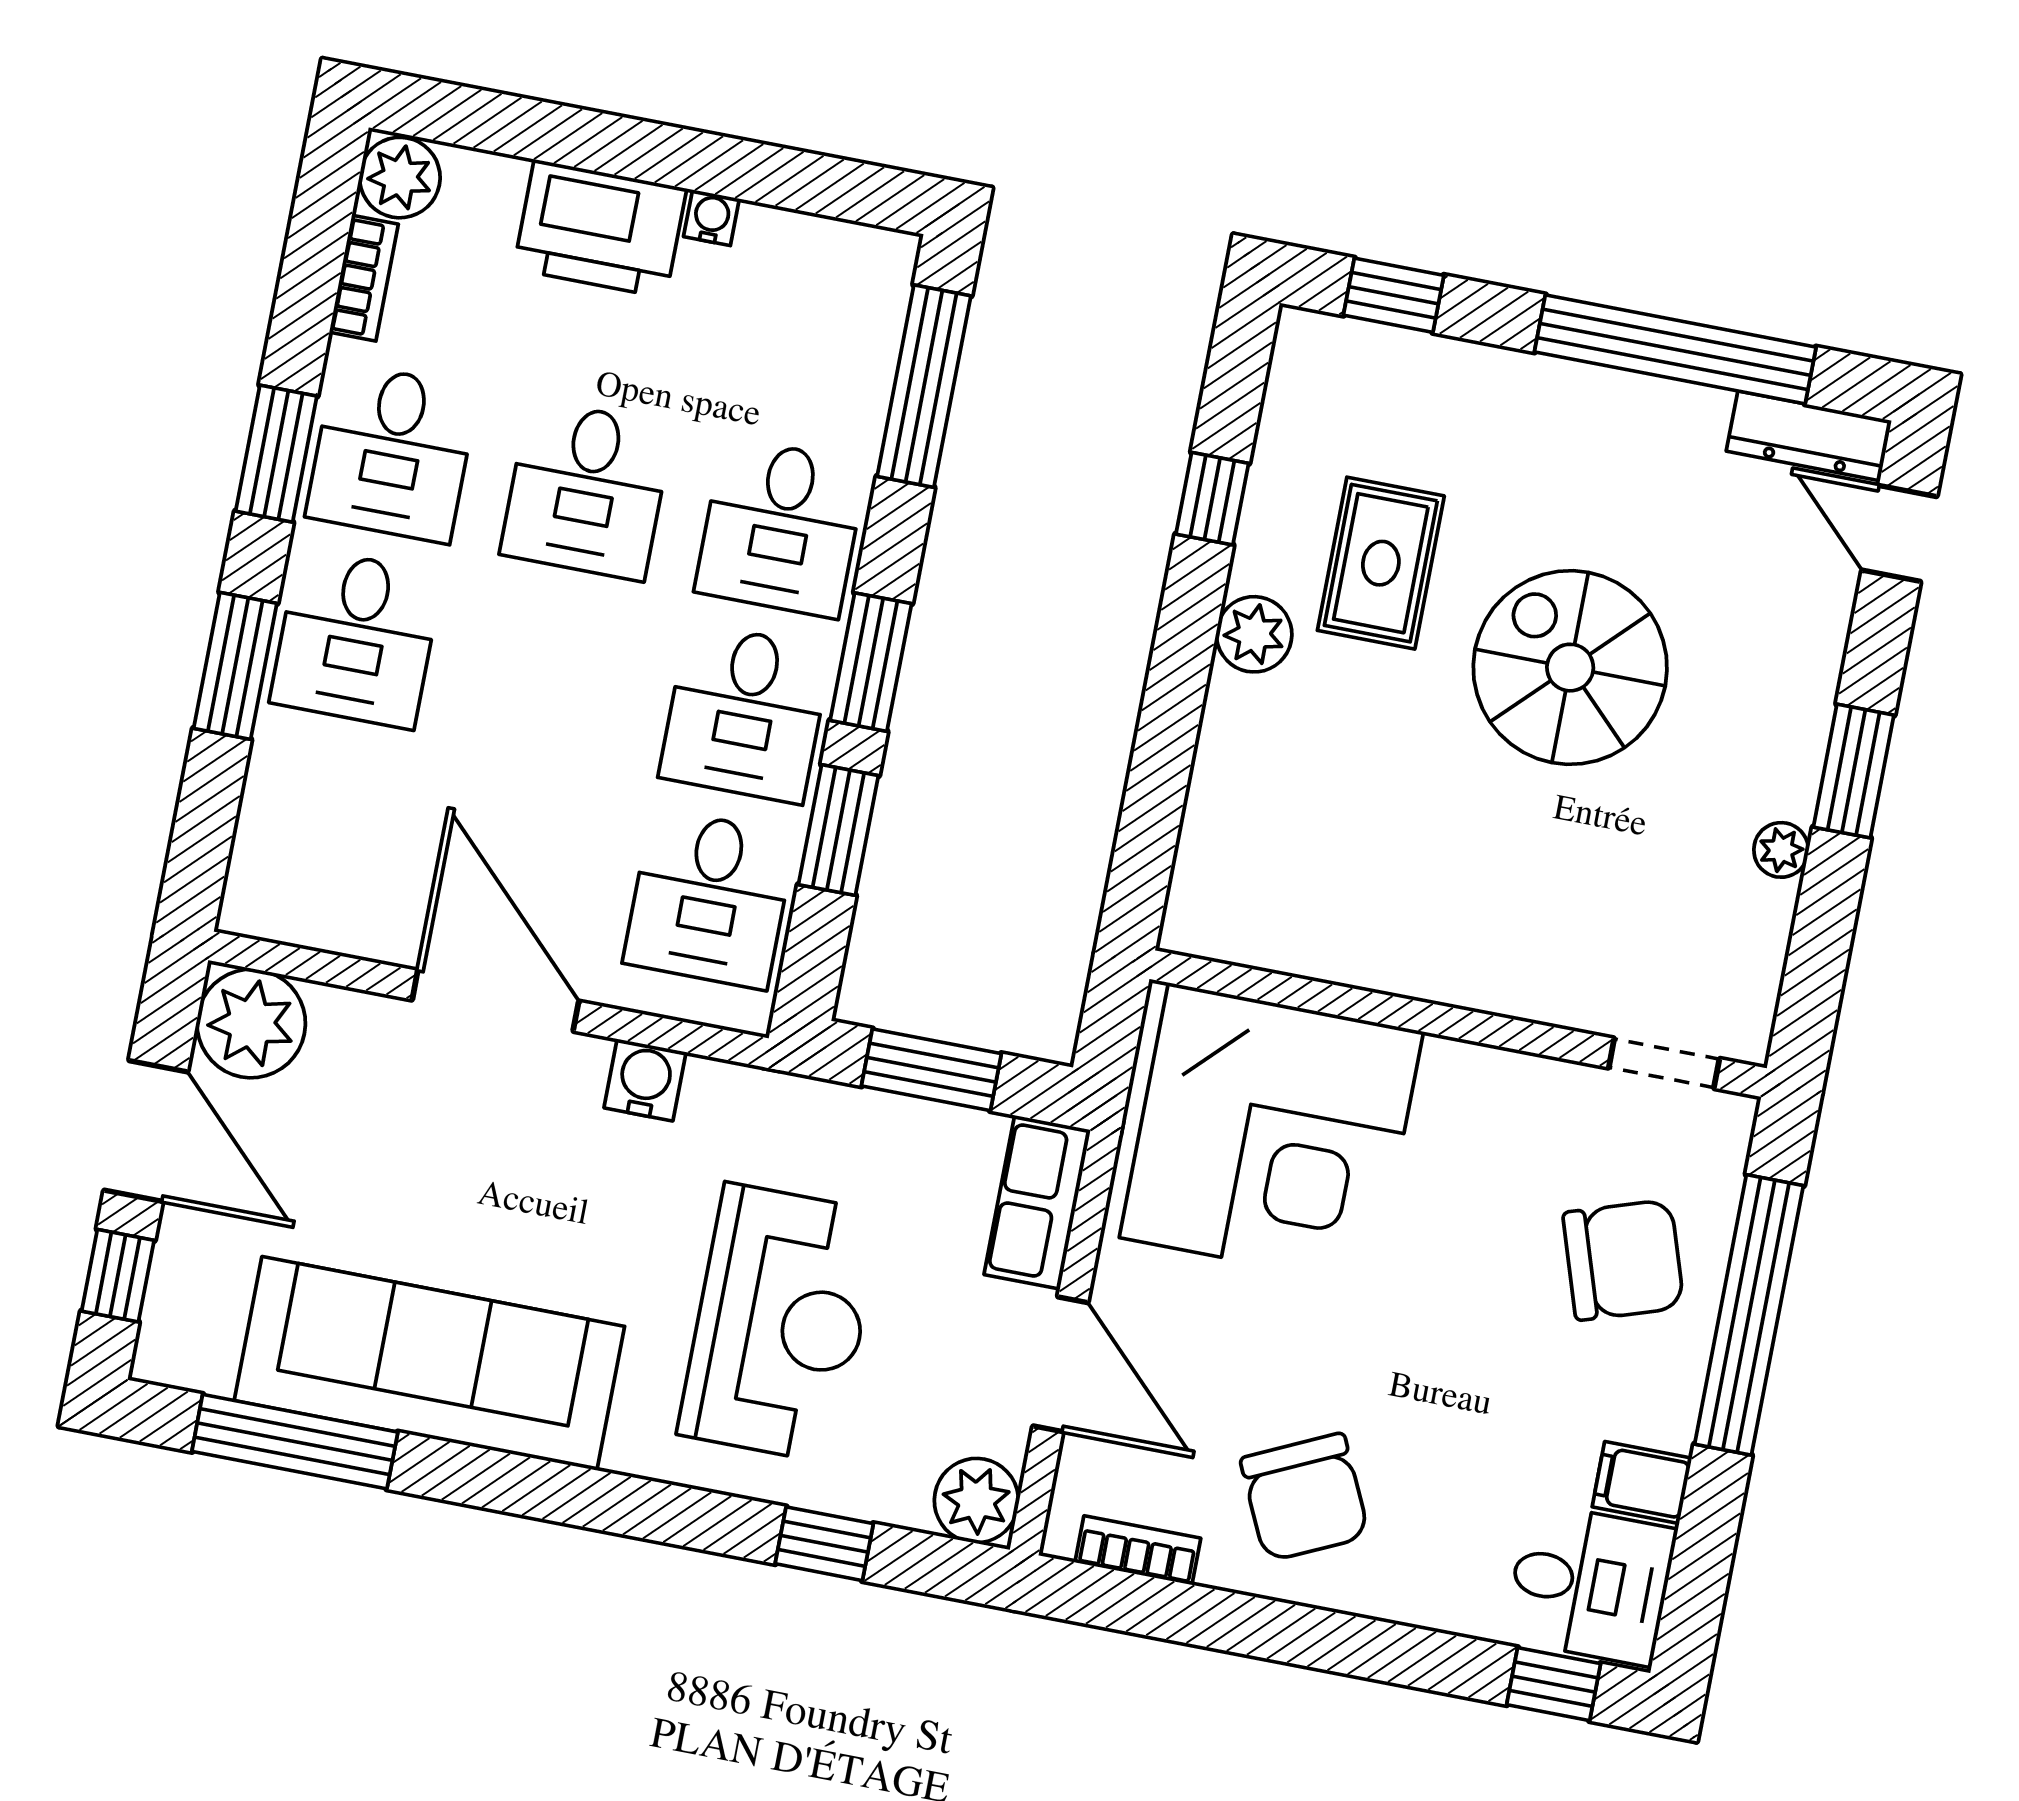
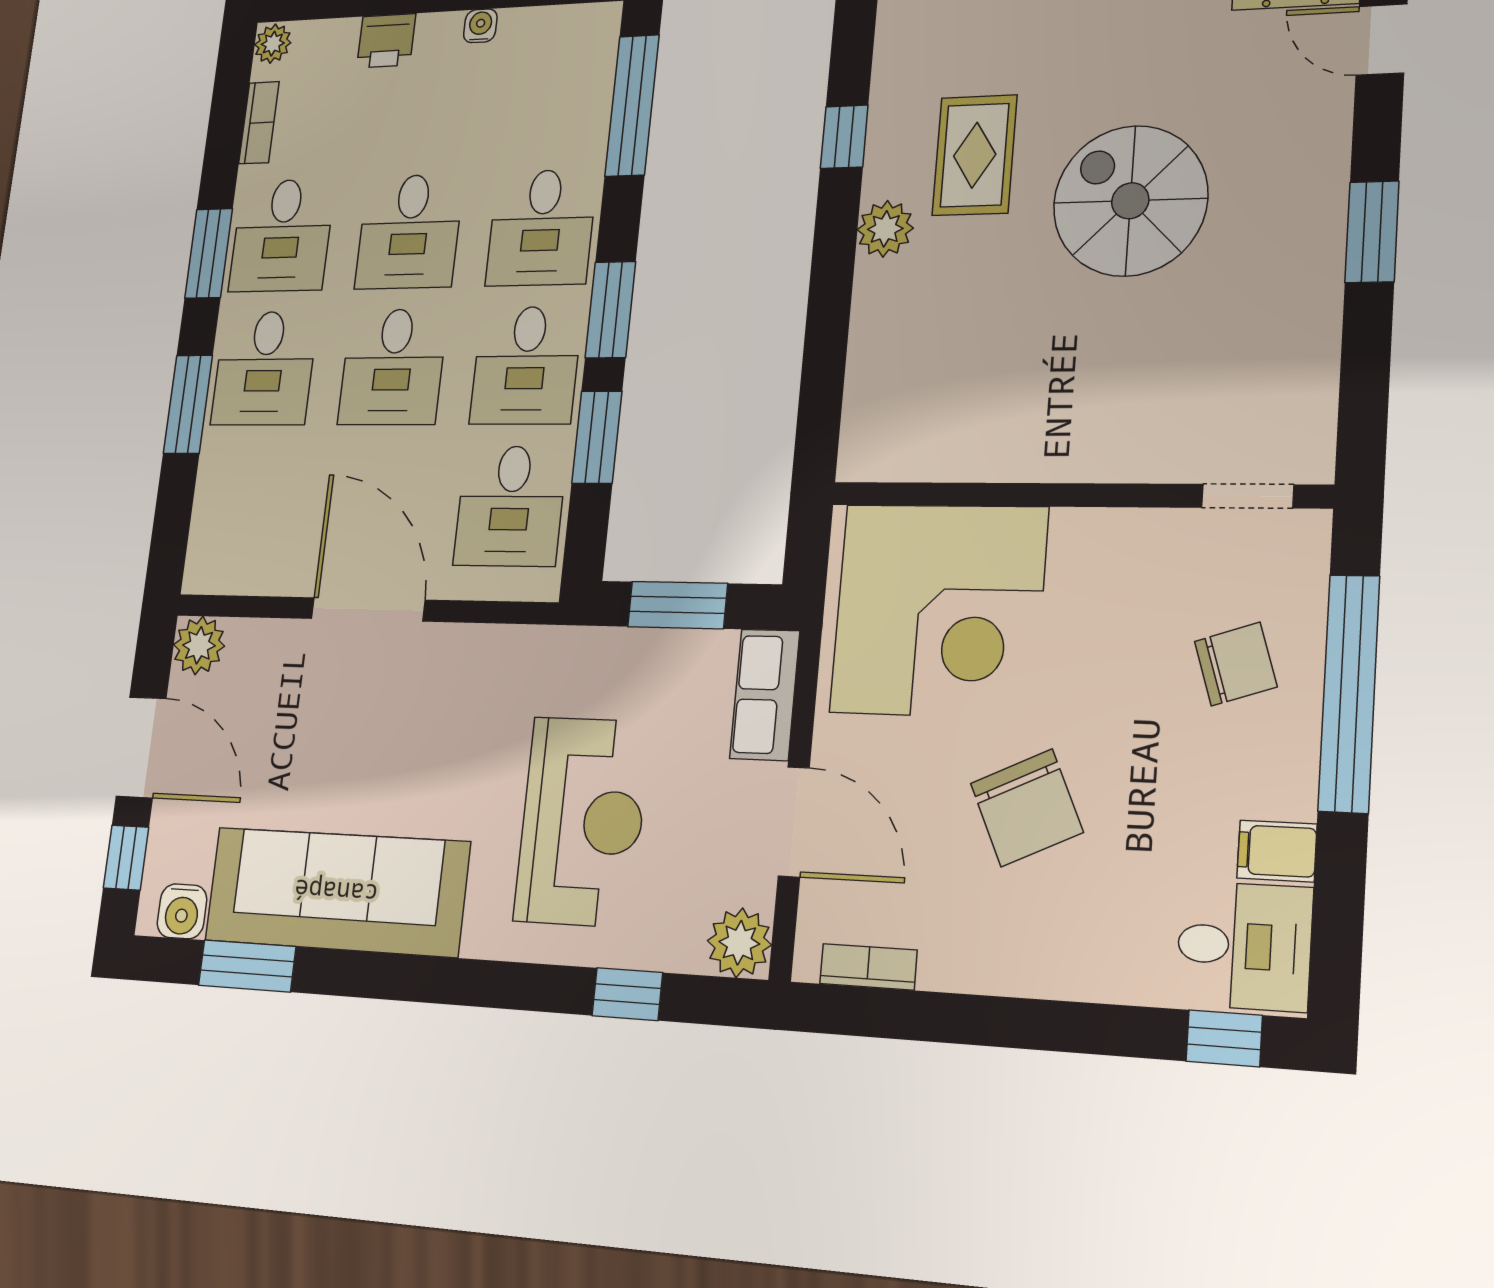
plant: (400, 178) -> (273, 44), width x0.73, depth x0.73
printer: (600, 229) -> (386, 41), width x0.53, depth x0.68
desk: (551, 676) -> (393, 367), added
plant: (1781, 850) -> (1321, 306), removed
plant: (251, 1024) -> (199, 645), width x0.73, depth x0.73
water cooler: (645, 1080) -> (182, 911), moved, turned 180
chair: (1623, 1260) -> (1236, 664), width x0.73, depth x0.73
window: (295, 1442) -> (247, 966), width x0.69
chair: (1305, 1497) -> (1027, 808), moved

